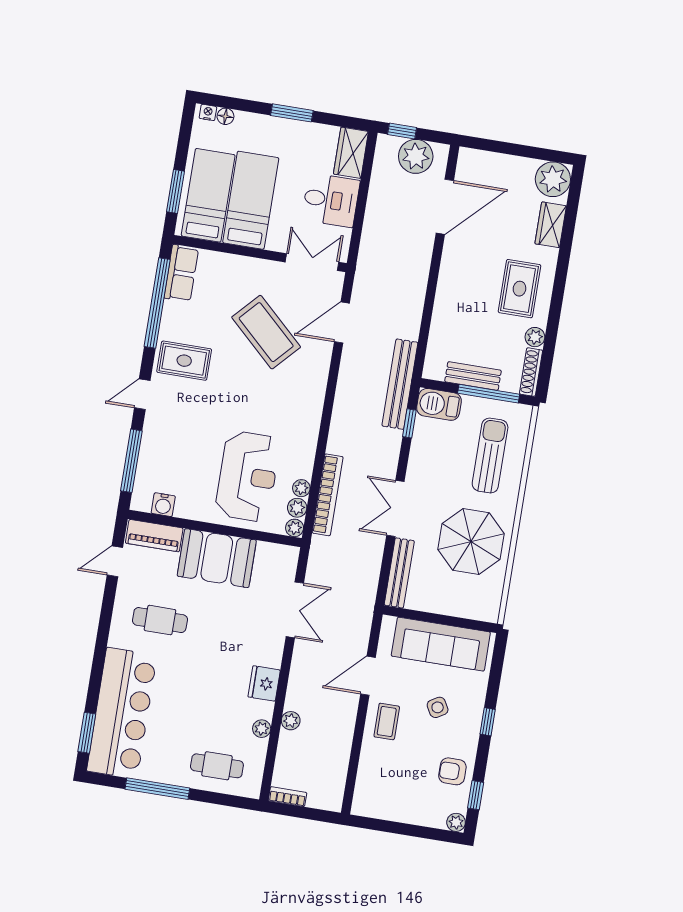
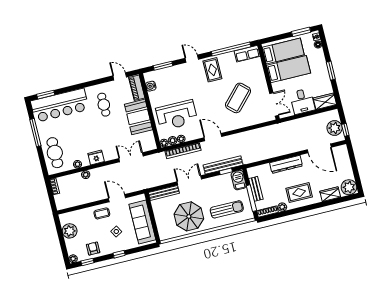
window: (402, 131) -> (345, 130), moved
window: (175, 191) -> (301, 32), moved
dresser: (449, 291) -> (286, 164), added
door: (342, 323) -> (213, 137), moved
bench: (400, 384) -> (223, 165), moved
window: (131, 461) -> (163, 66), width x0.69
double door: (295, 610) -> (131, 157), swing flipped
cafe table: (217, 766) -> (55, 153), width x1.37, depth x1.35
plant: (395, 805) -> (70, 231), added

